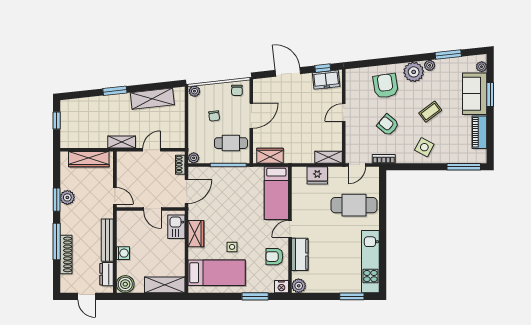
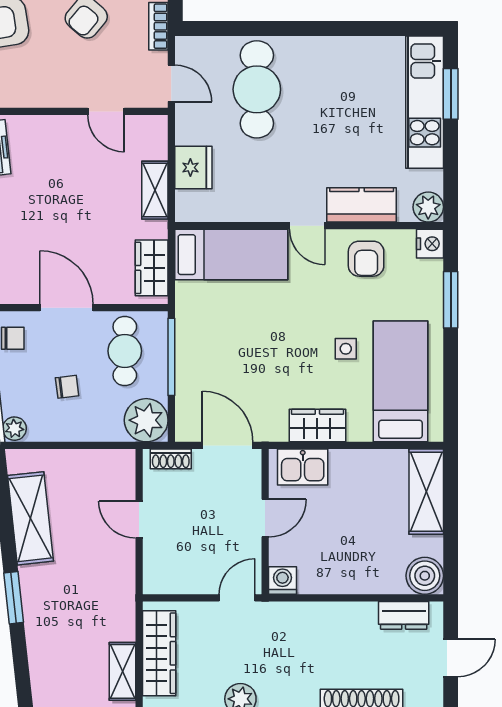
door: (344, 113) -> (106, 111), moved
shelving: (122, 142) -> (123, 671), moved
shelving: (328, 157) -> (155, 190), moved
plant: (194, 158) -> (146, 420), width x1.88, depth x1.88
bench: (107, 240) -> (331, 614), removed
washing machine: (123, 253) -> (282, 581), moved
kitchen unit: (370, 262) -> (425, 102), moved, turned 90

